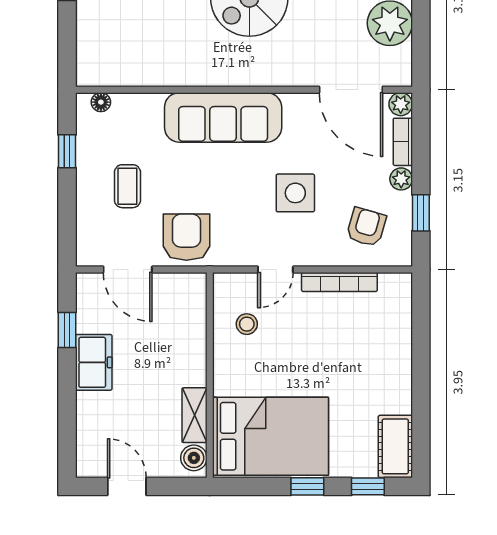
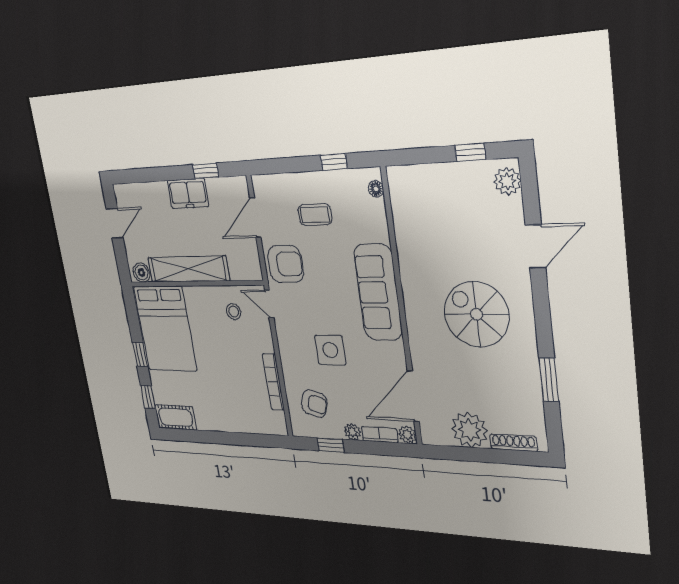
door: (275, 270) -> (269, 304), moved
shelving: (194, 415) -> (188, 269), width x2.20, depth x1.33

